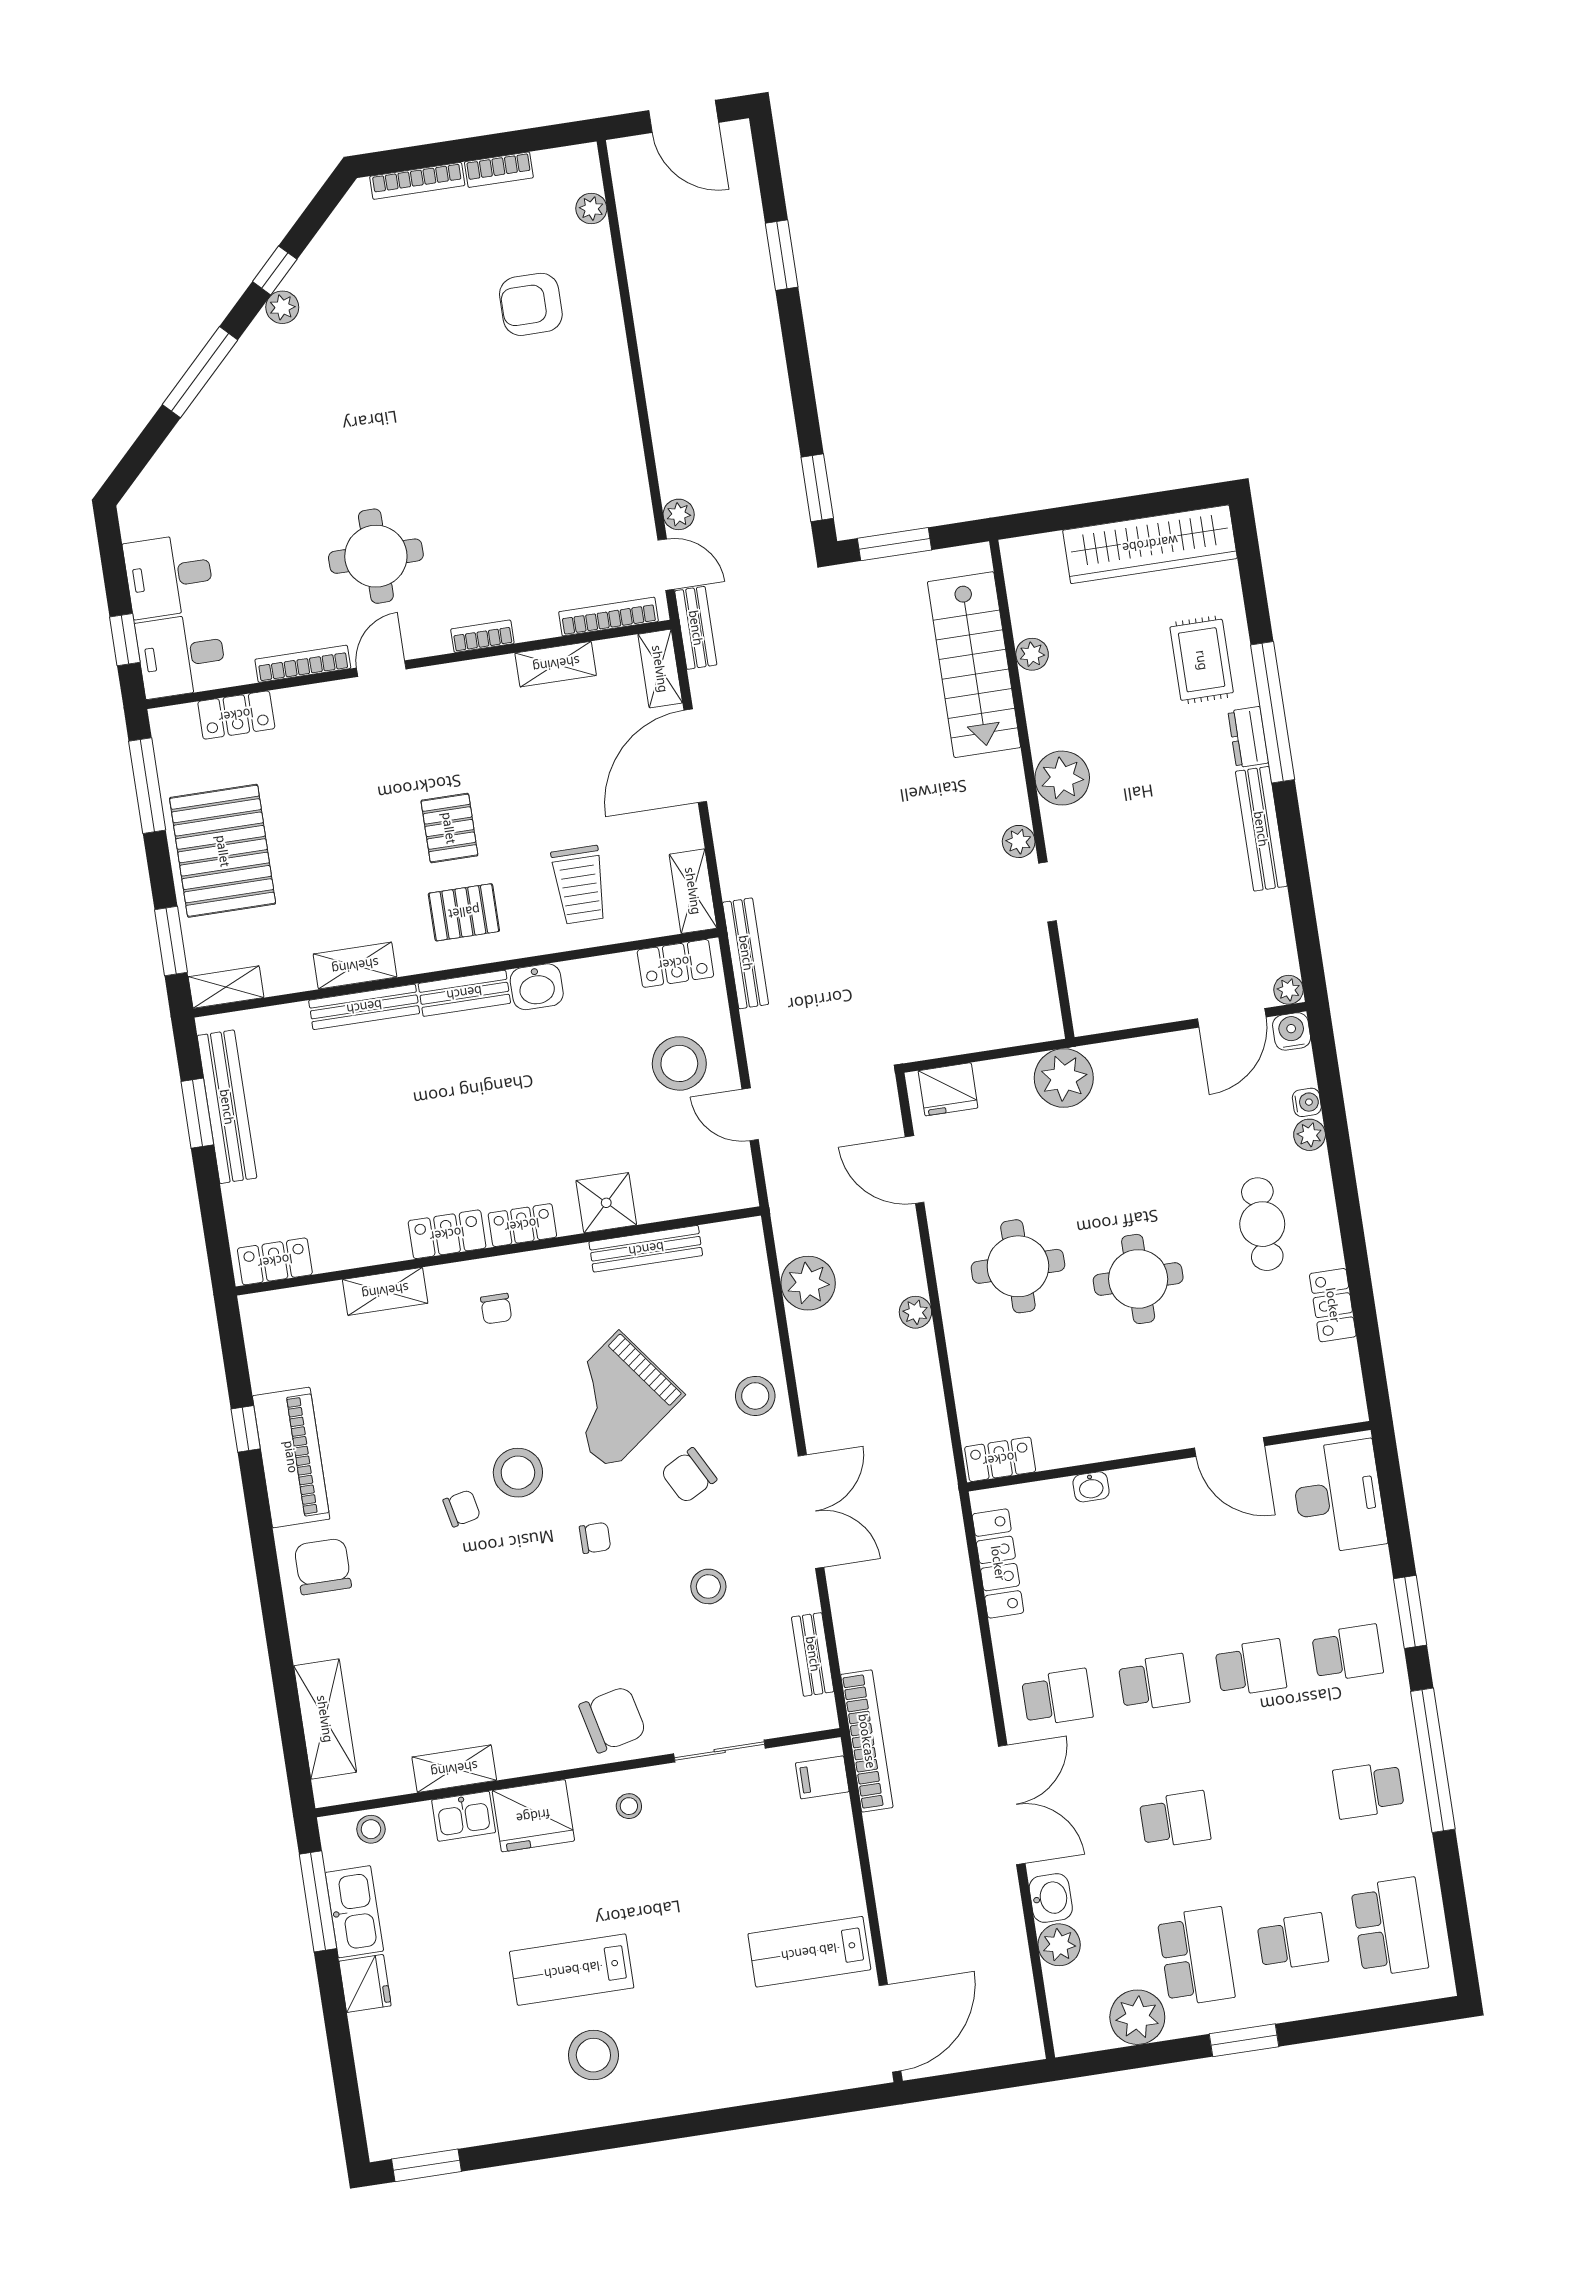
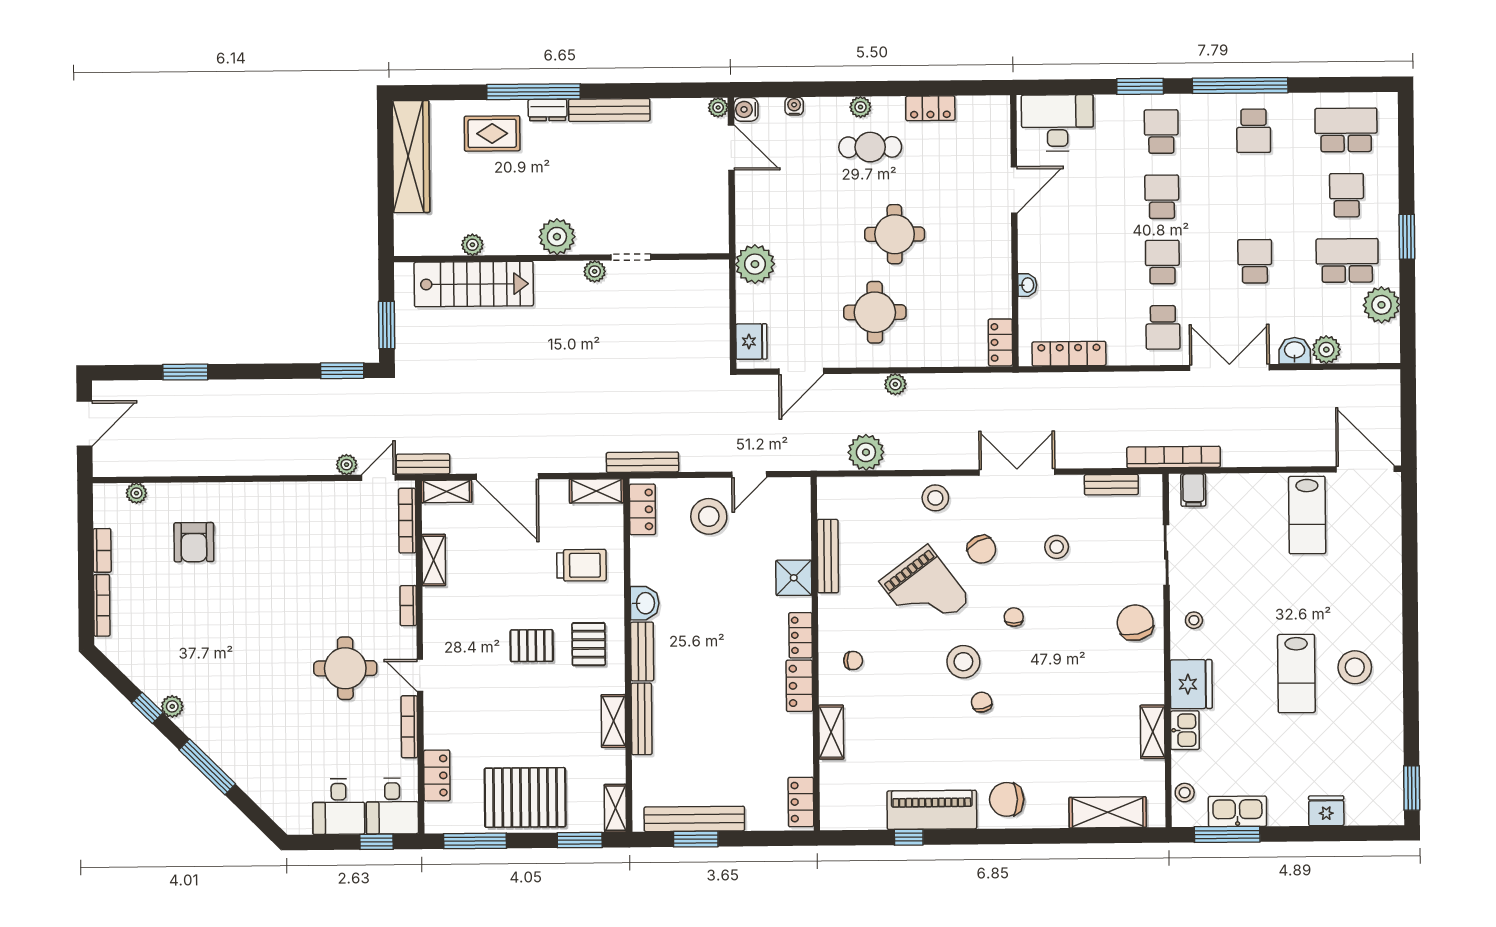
plant: (1310, 1135) -> (860, 107), moved
school desk: (1057, 1697) -> (1163, 327), turned 180
fridge: (365, 1983) -> (1326, 811), moved

